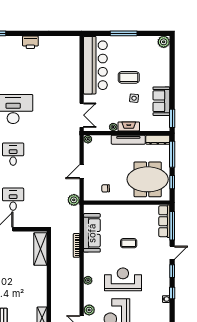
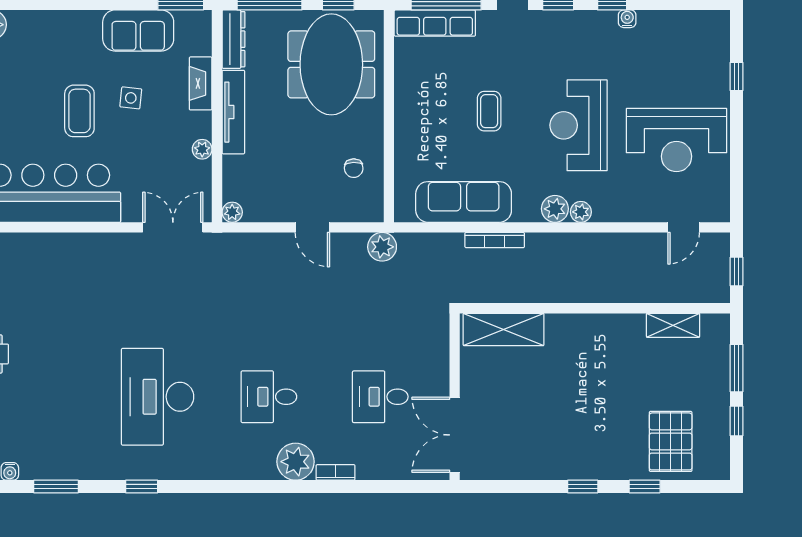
fireplace: (129, 126) -> (201, 83), moved
plant: (89, 310) -> (555, 209), moved

